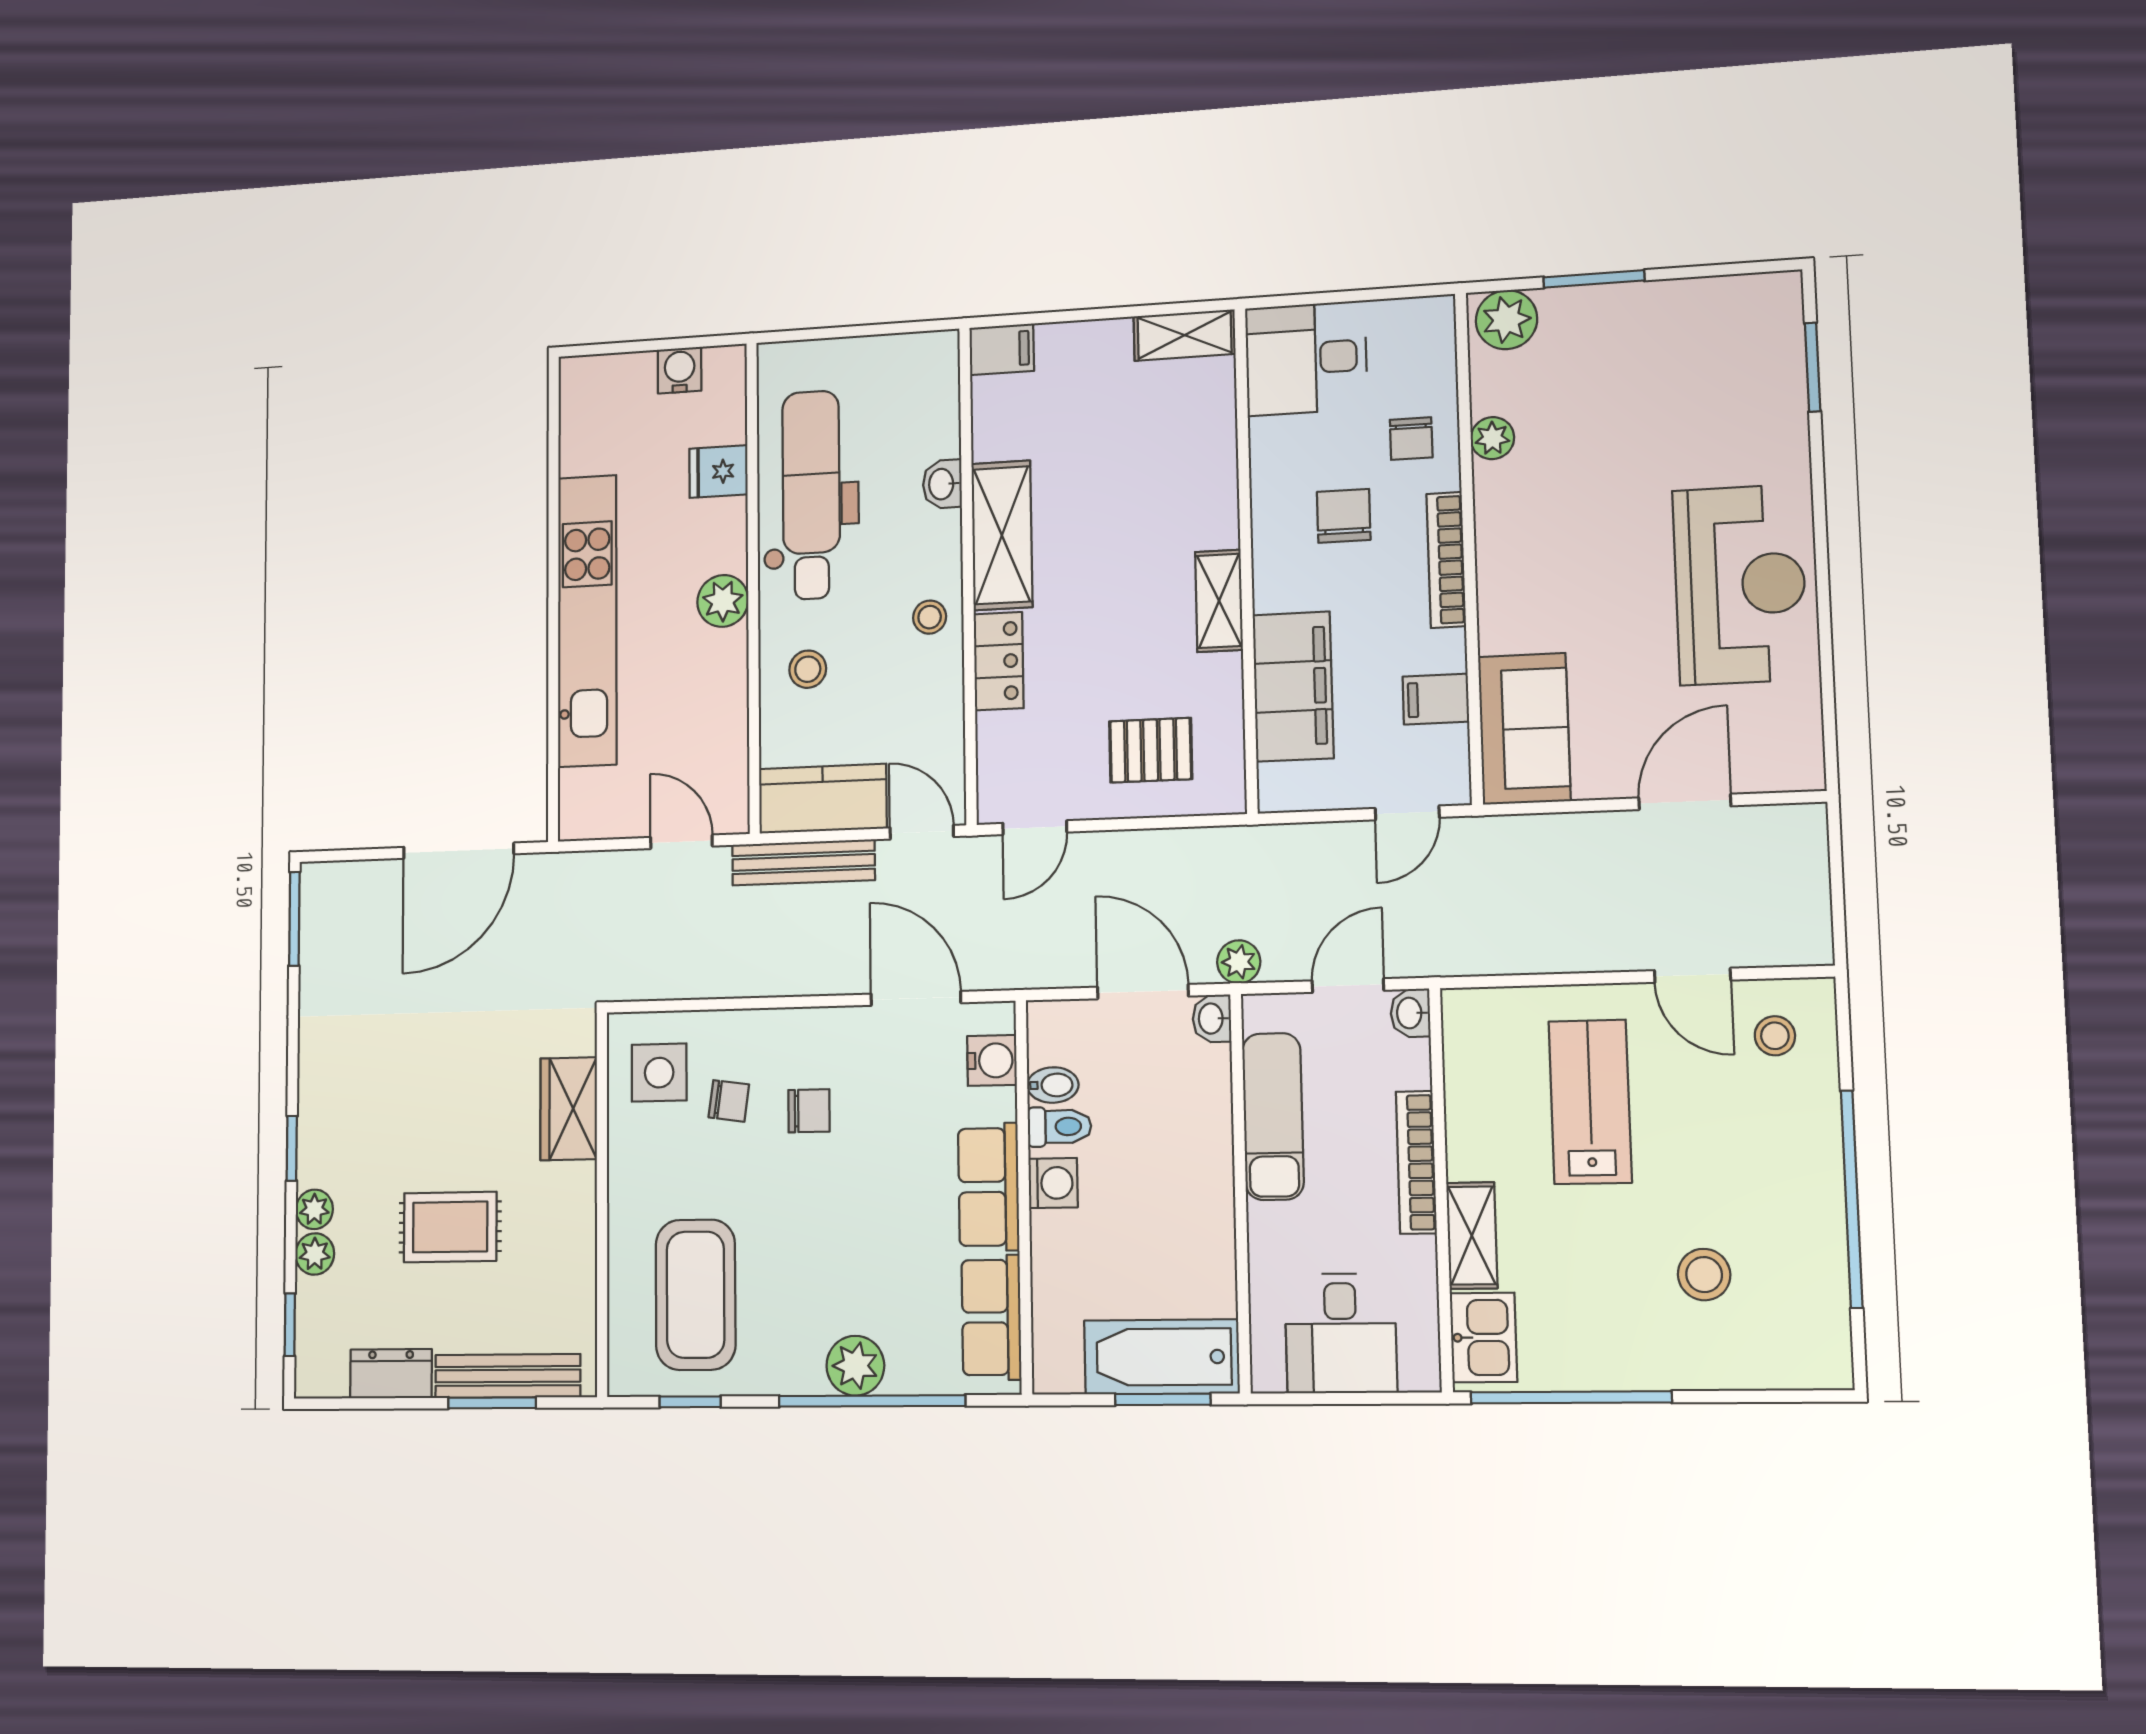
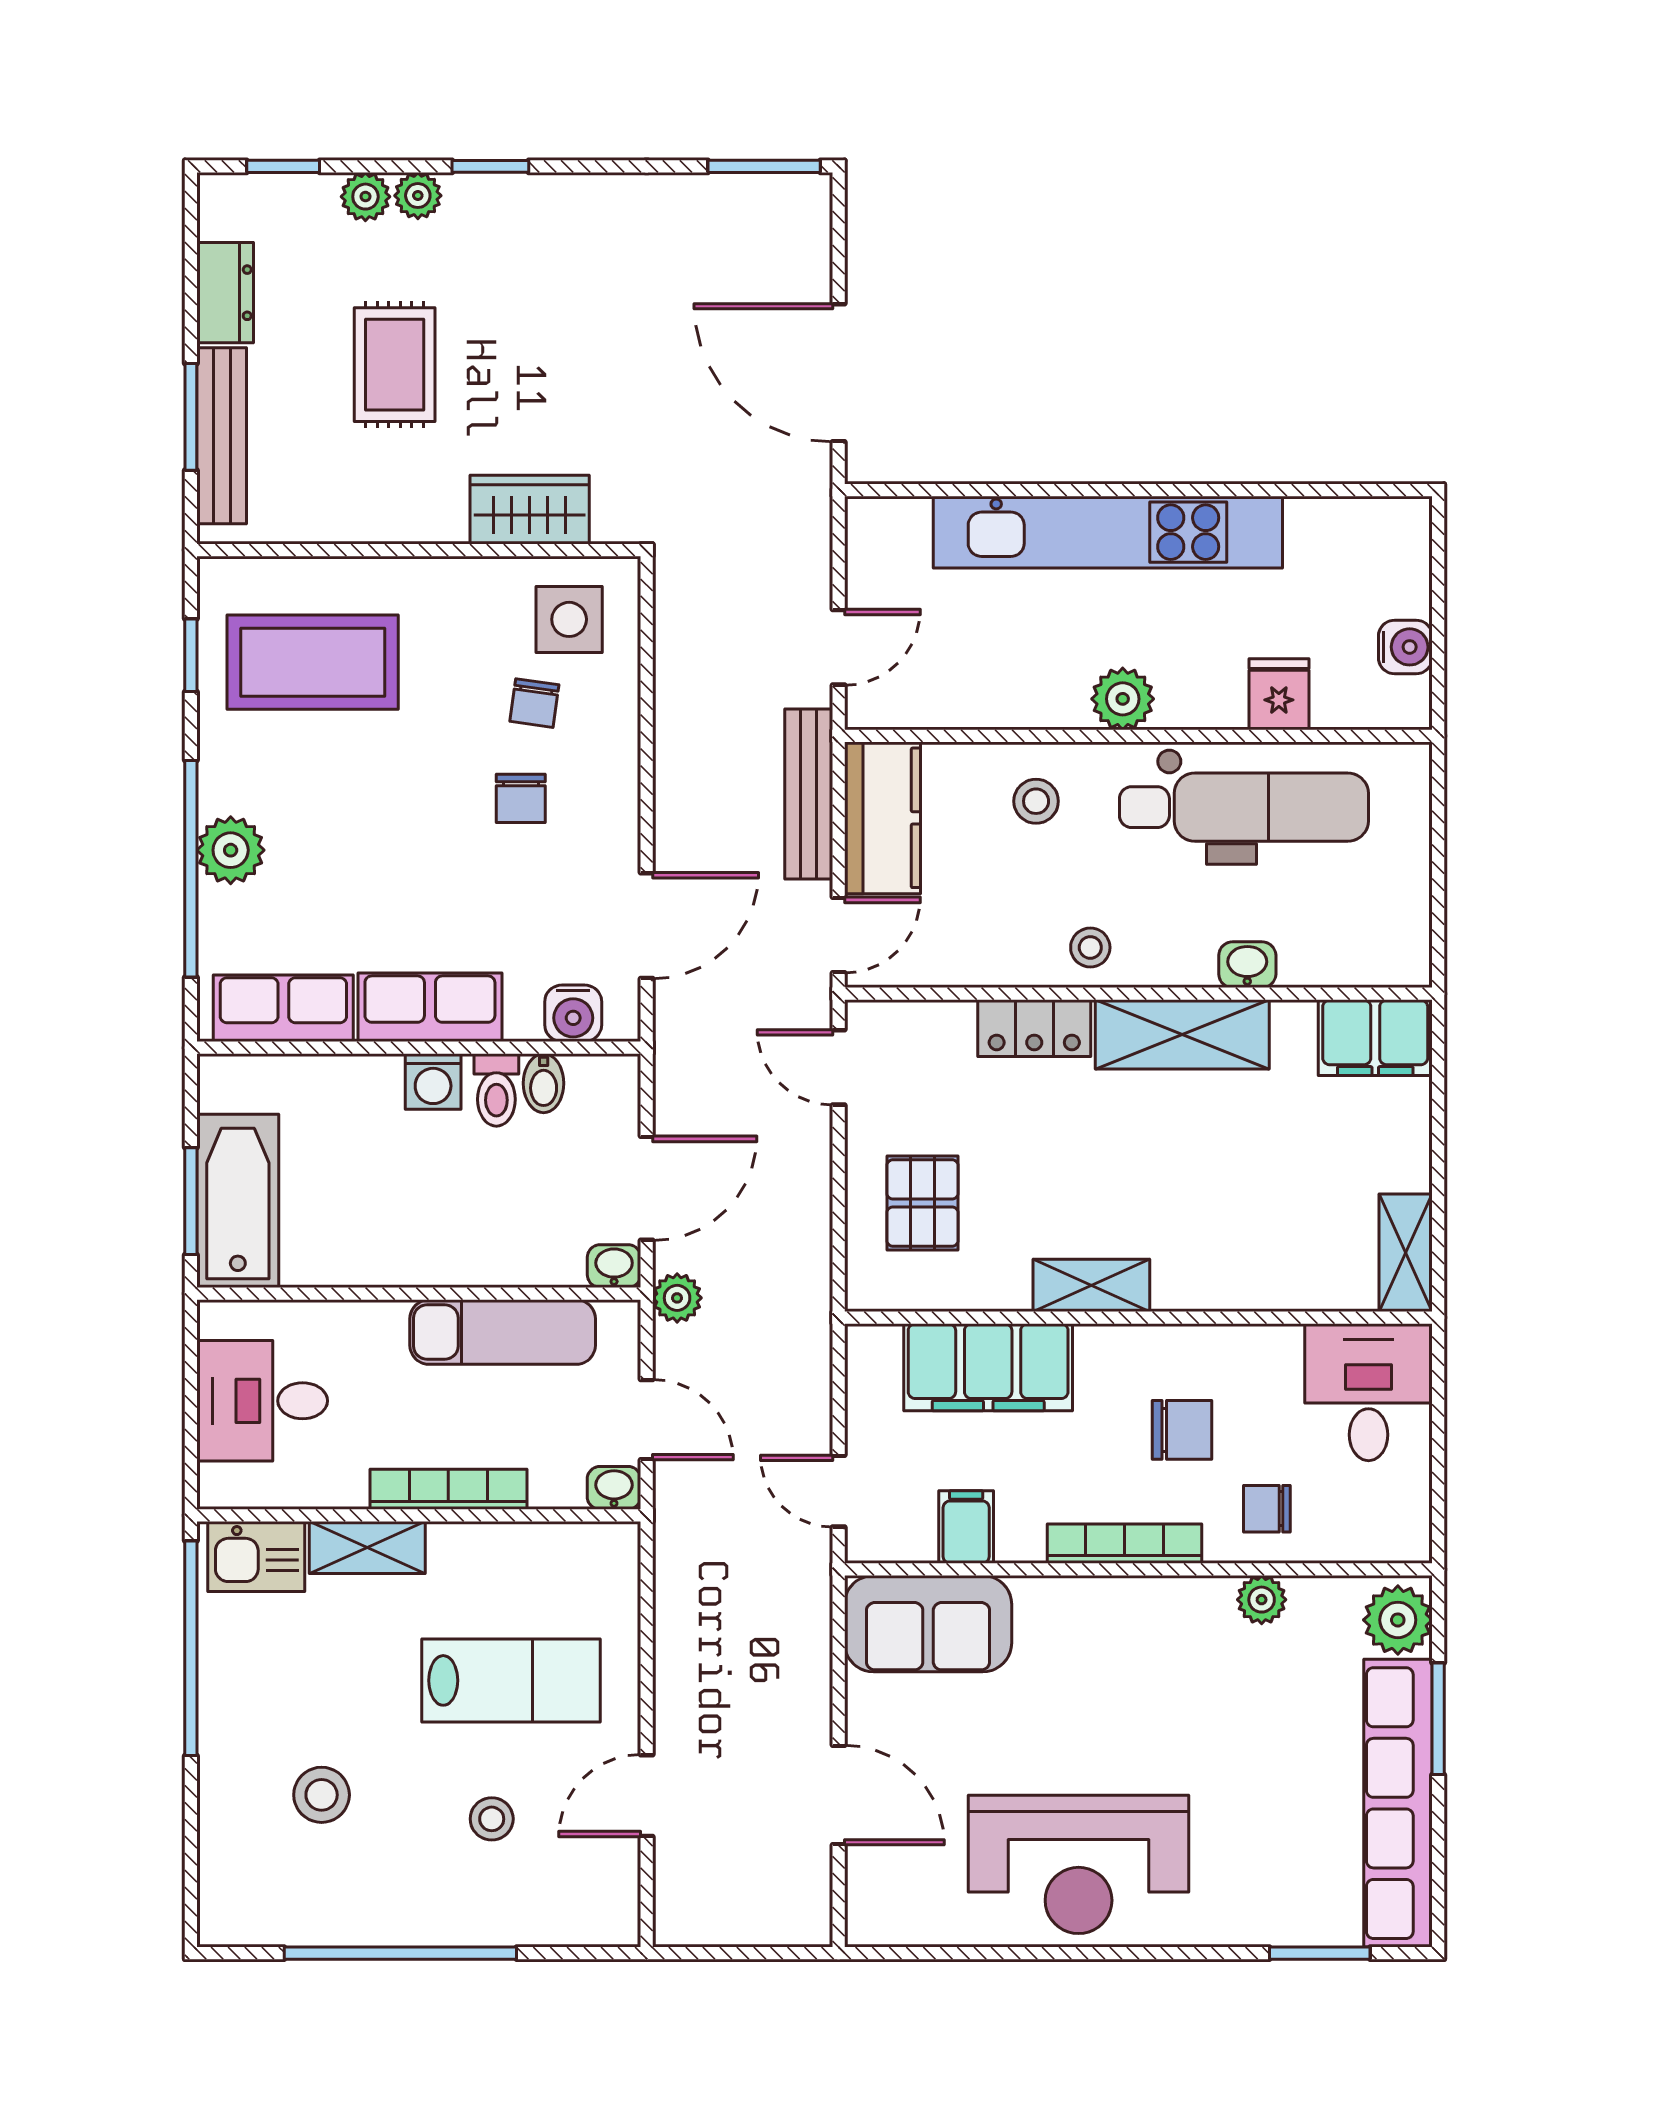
row of seats: (1672, 308) -> (1398, 1803), added
filing cabinet: (1002, 349) -> (1375, 1038), width x2.00
stool: (1775, 1036) -> (492, 1819), moved

